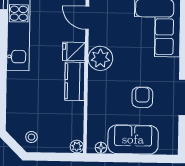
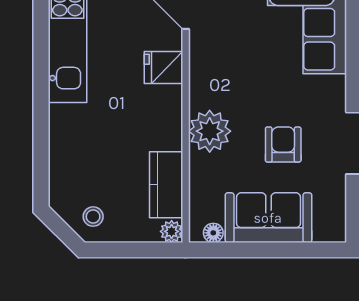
plant: (100, 58) -> (210, 131), moved
kitchen counter: (75, 81) -> (166, 185), moved

